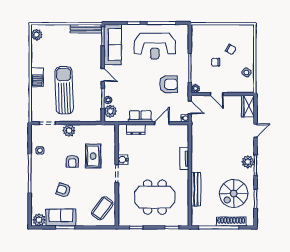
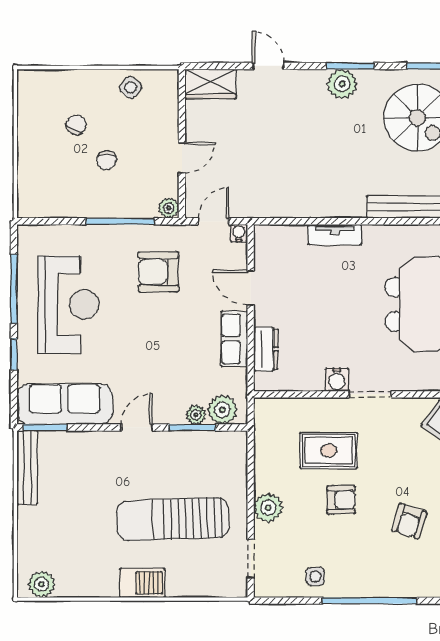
armchair: (169, 84) -> (158, 272), turned -90

